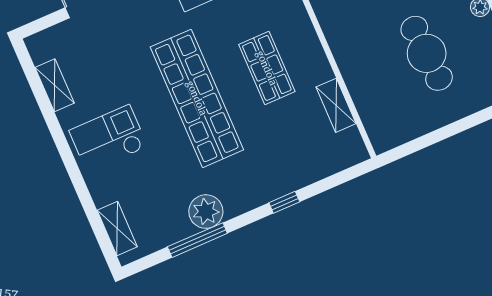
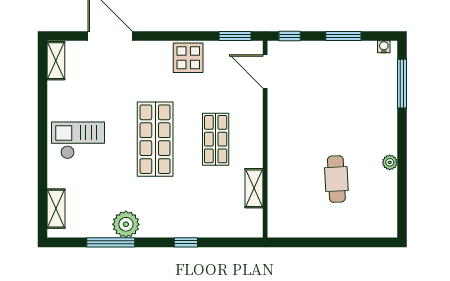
cafe table: (427, 53) -> (336, 179), width x0.73, depth x0.74
shelving: (55, 85) -> (56, 61), moved
shop shelf: (197, 98) -> (155, 139), width x0.71

